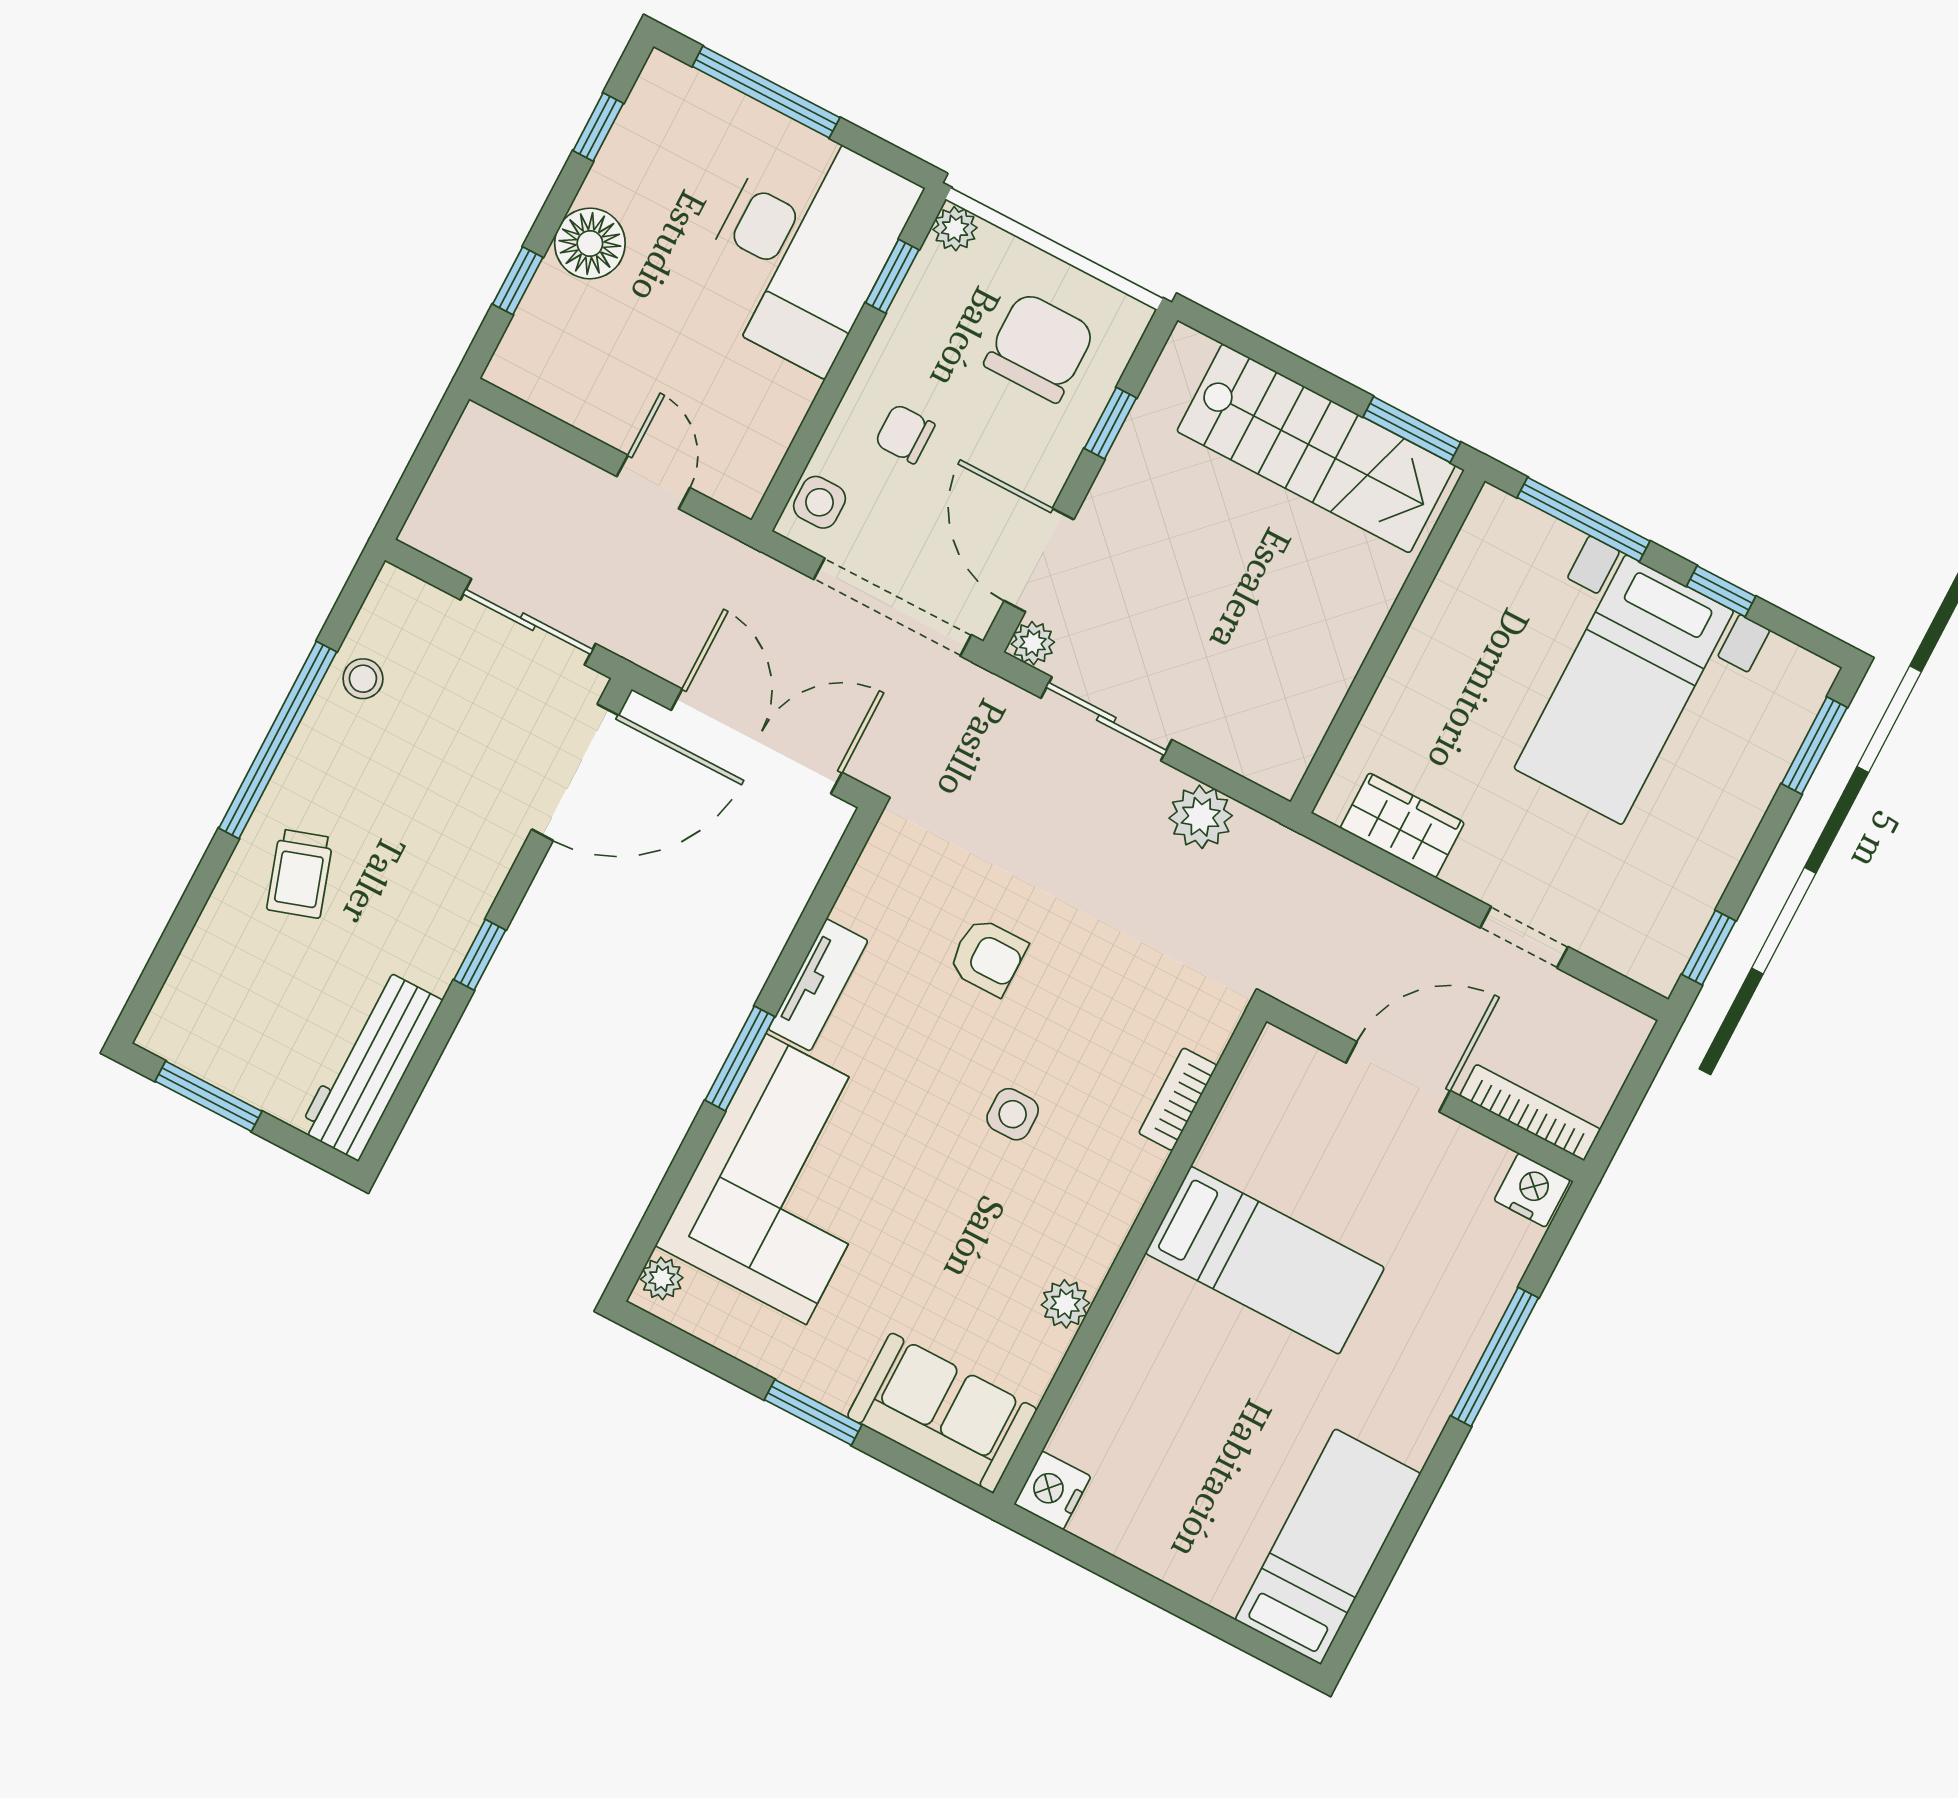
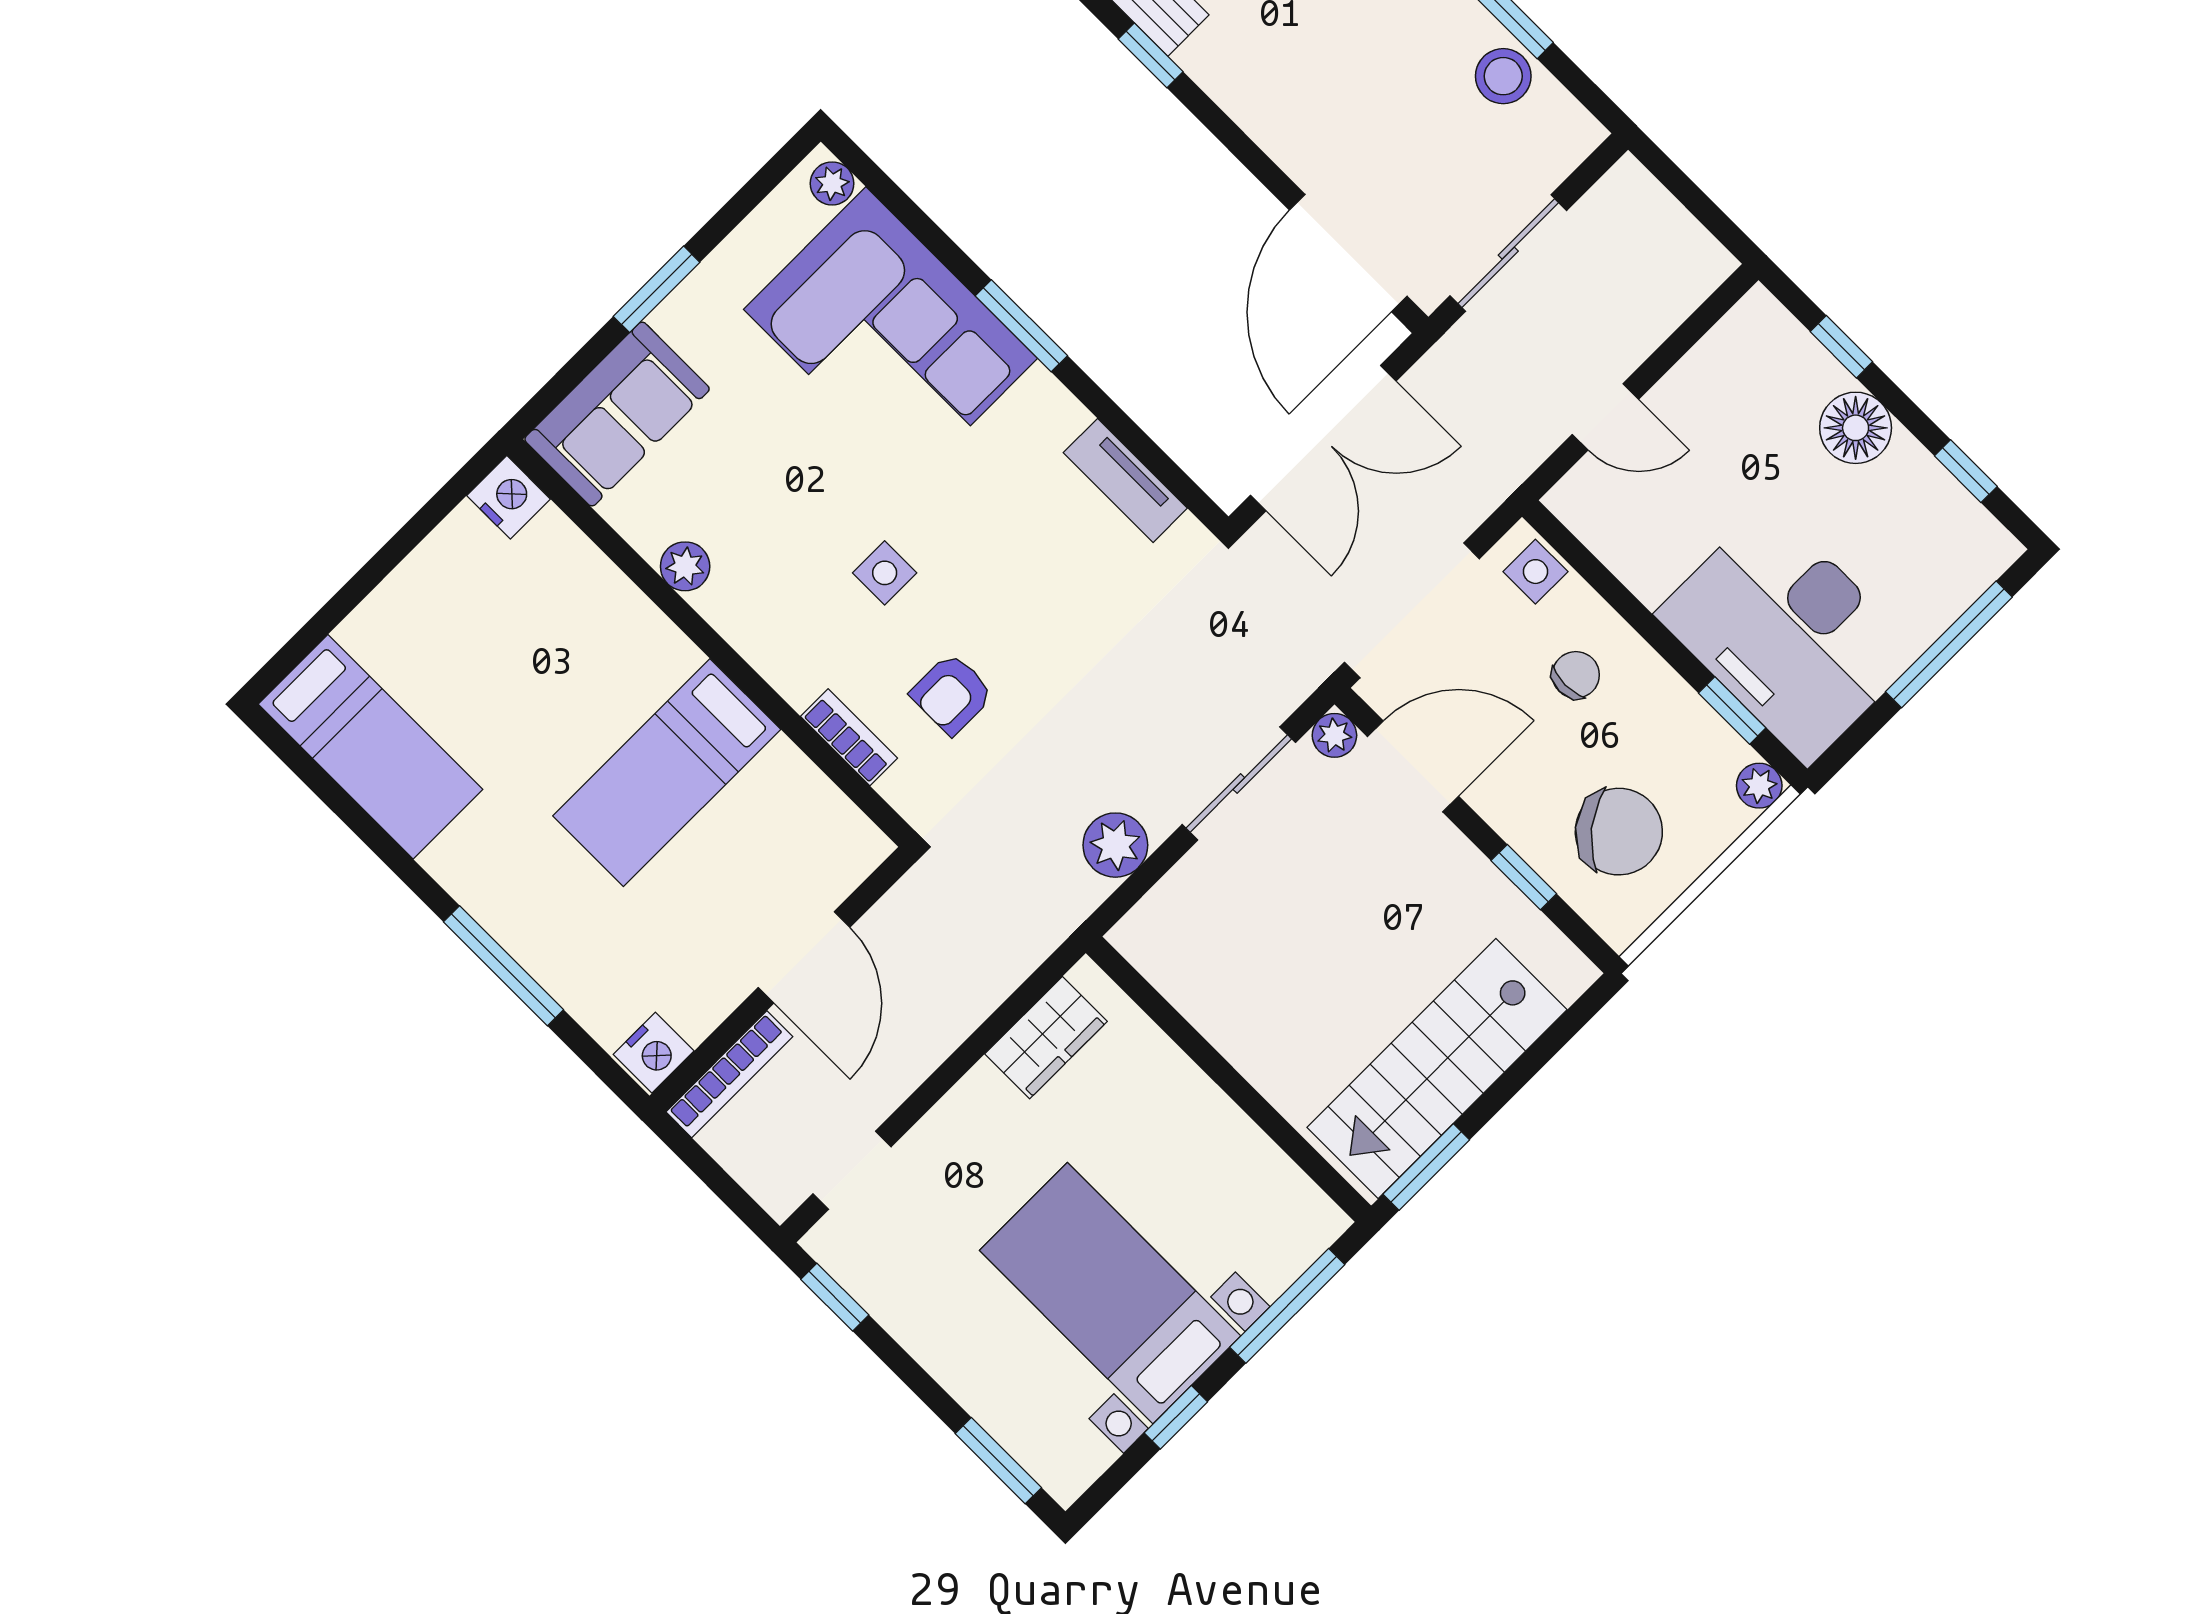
chair: (1040, 347) -> (1619, 832), turned -39
stool: (363, 679) -> (1503, 76), width x1.37, depth x1.37
doorway: (1524, 937) -> (852, 1170), moved
window: (480, 955) -> (1151, 55), moved
armchair: (988, 957) -> (952, 694), moved
tv unit: (818, 985) -> (1125, 480), moved

